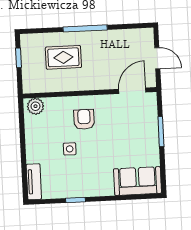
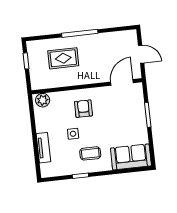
coffee table: (89, 174) -> (90, 153), added
tv unit: (34, 182) -> (43, 148), moved

